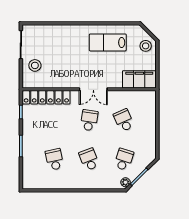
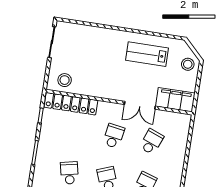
stool: (35, 65) -> (65, 80), moved
double door: (93, 89) -> (140, 105), moved
school desk: (124, 120) -> (151, 142), turned 45

